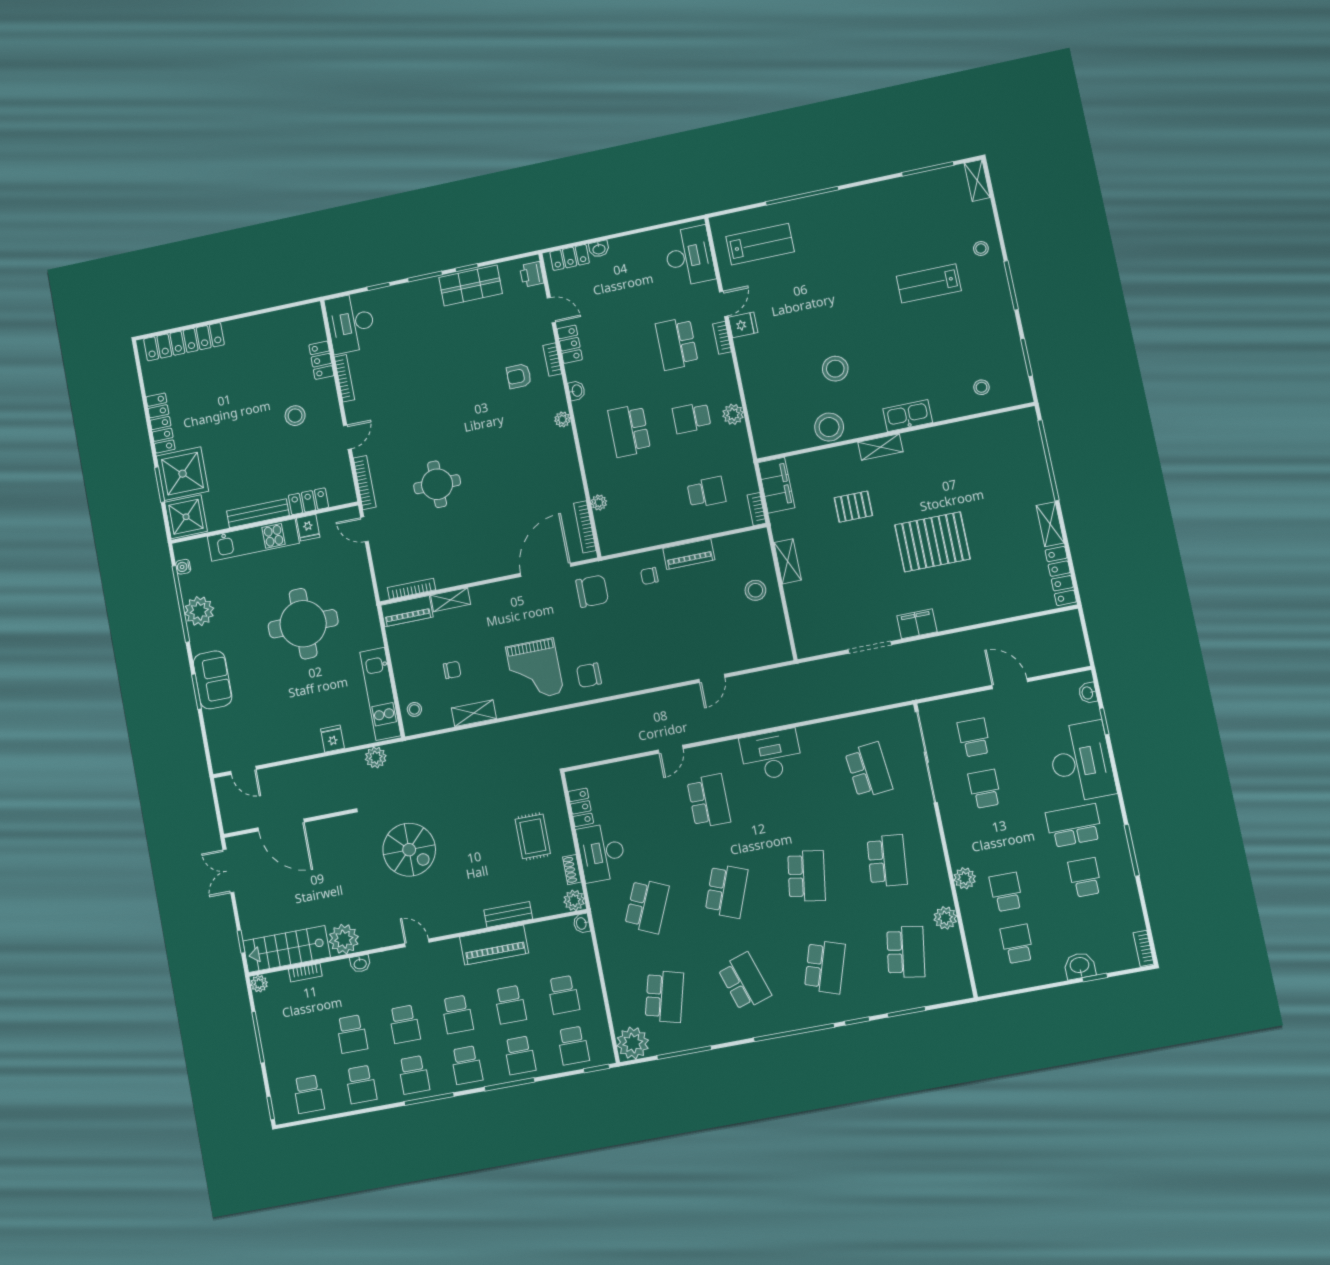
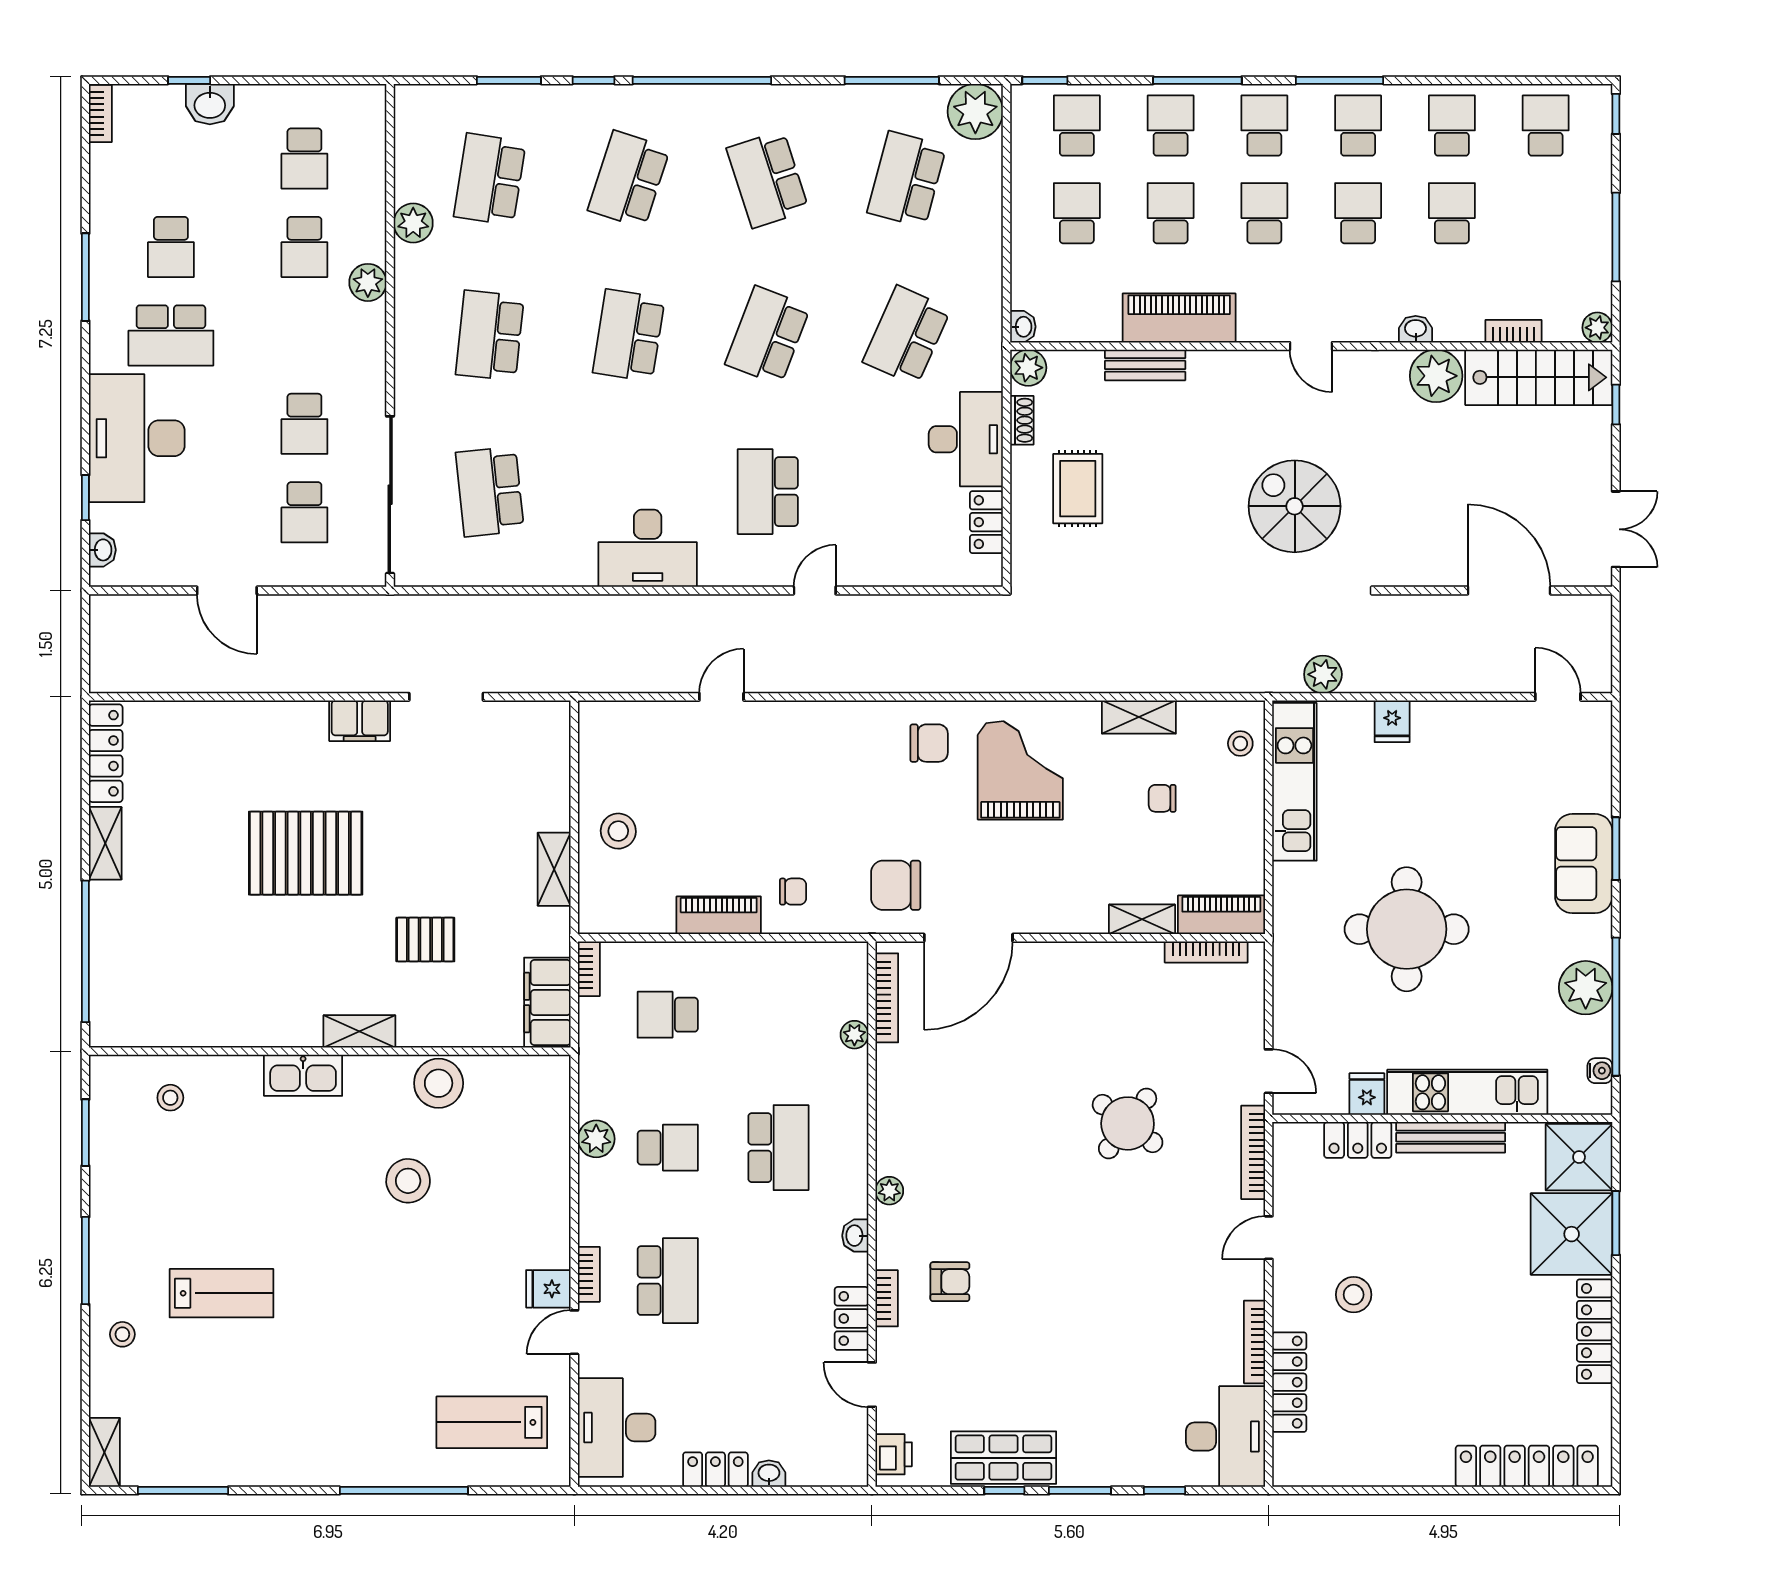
locker: (570, 257) -> (715, 1470), moved
locker: (321, 360) -> (1289, 1382), width x1.53
round table: (437, 484) -> (1128, 1123), turned 37

